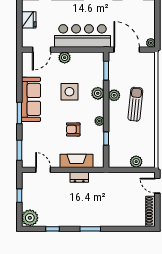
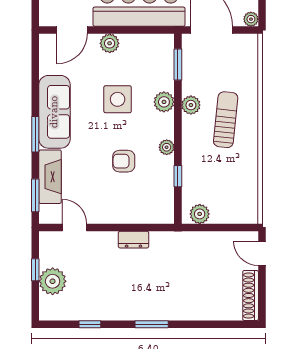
fireplace: (77, 161) -> (50, 177), moved, turned 90
plant: (136, 162) -> (200, 214), moved
plant: (30, 218) -> (53, 281), moved

